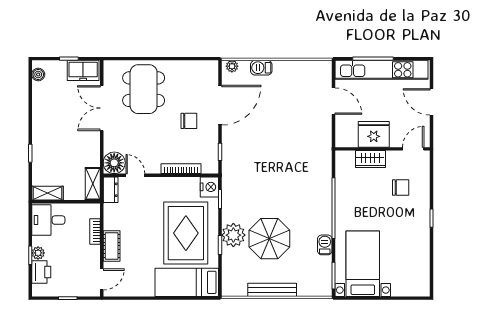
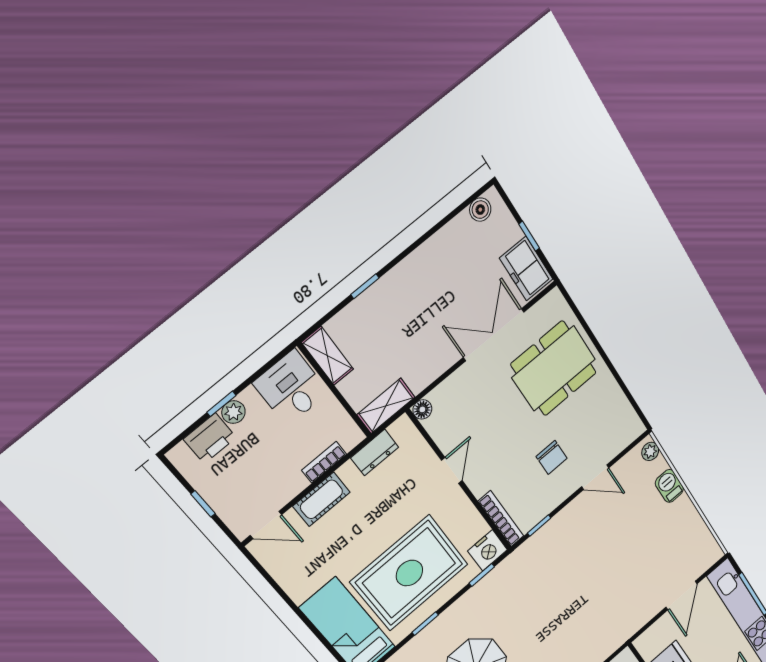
door: (220, 105) -> (595, 477), width x0.53
floor lamp: (114, 163) -> (422, 409), width x0.53, depth x0.53
bookcase: (181, 169) -> (501, 519), moved
door: (135, 175) -> (452, 470), moved
dresser: (111, 190) -> (375, 453), moved
plant: (233, 235) -> (449, 627), removed

